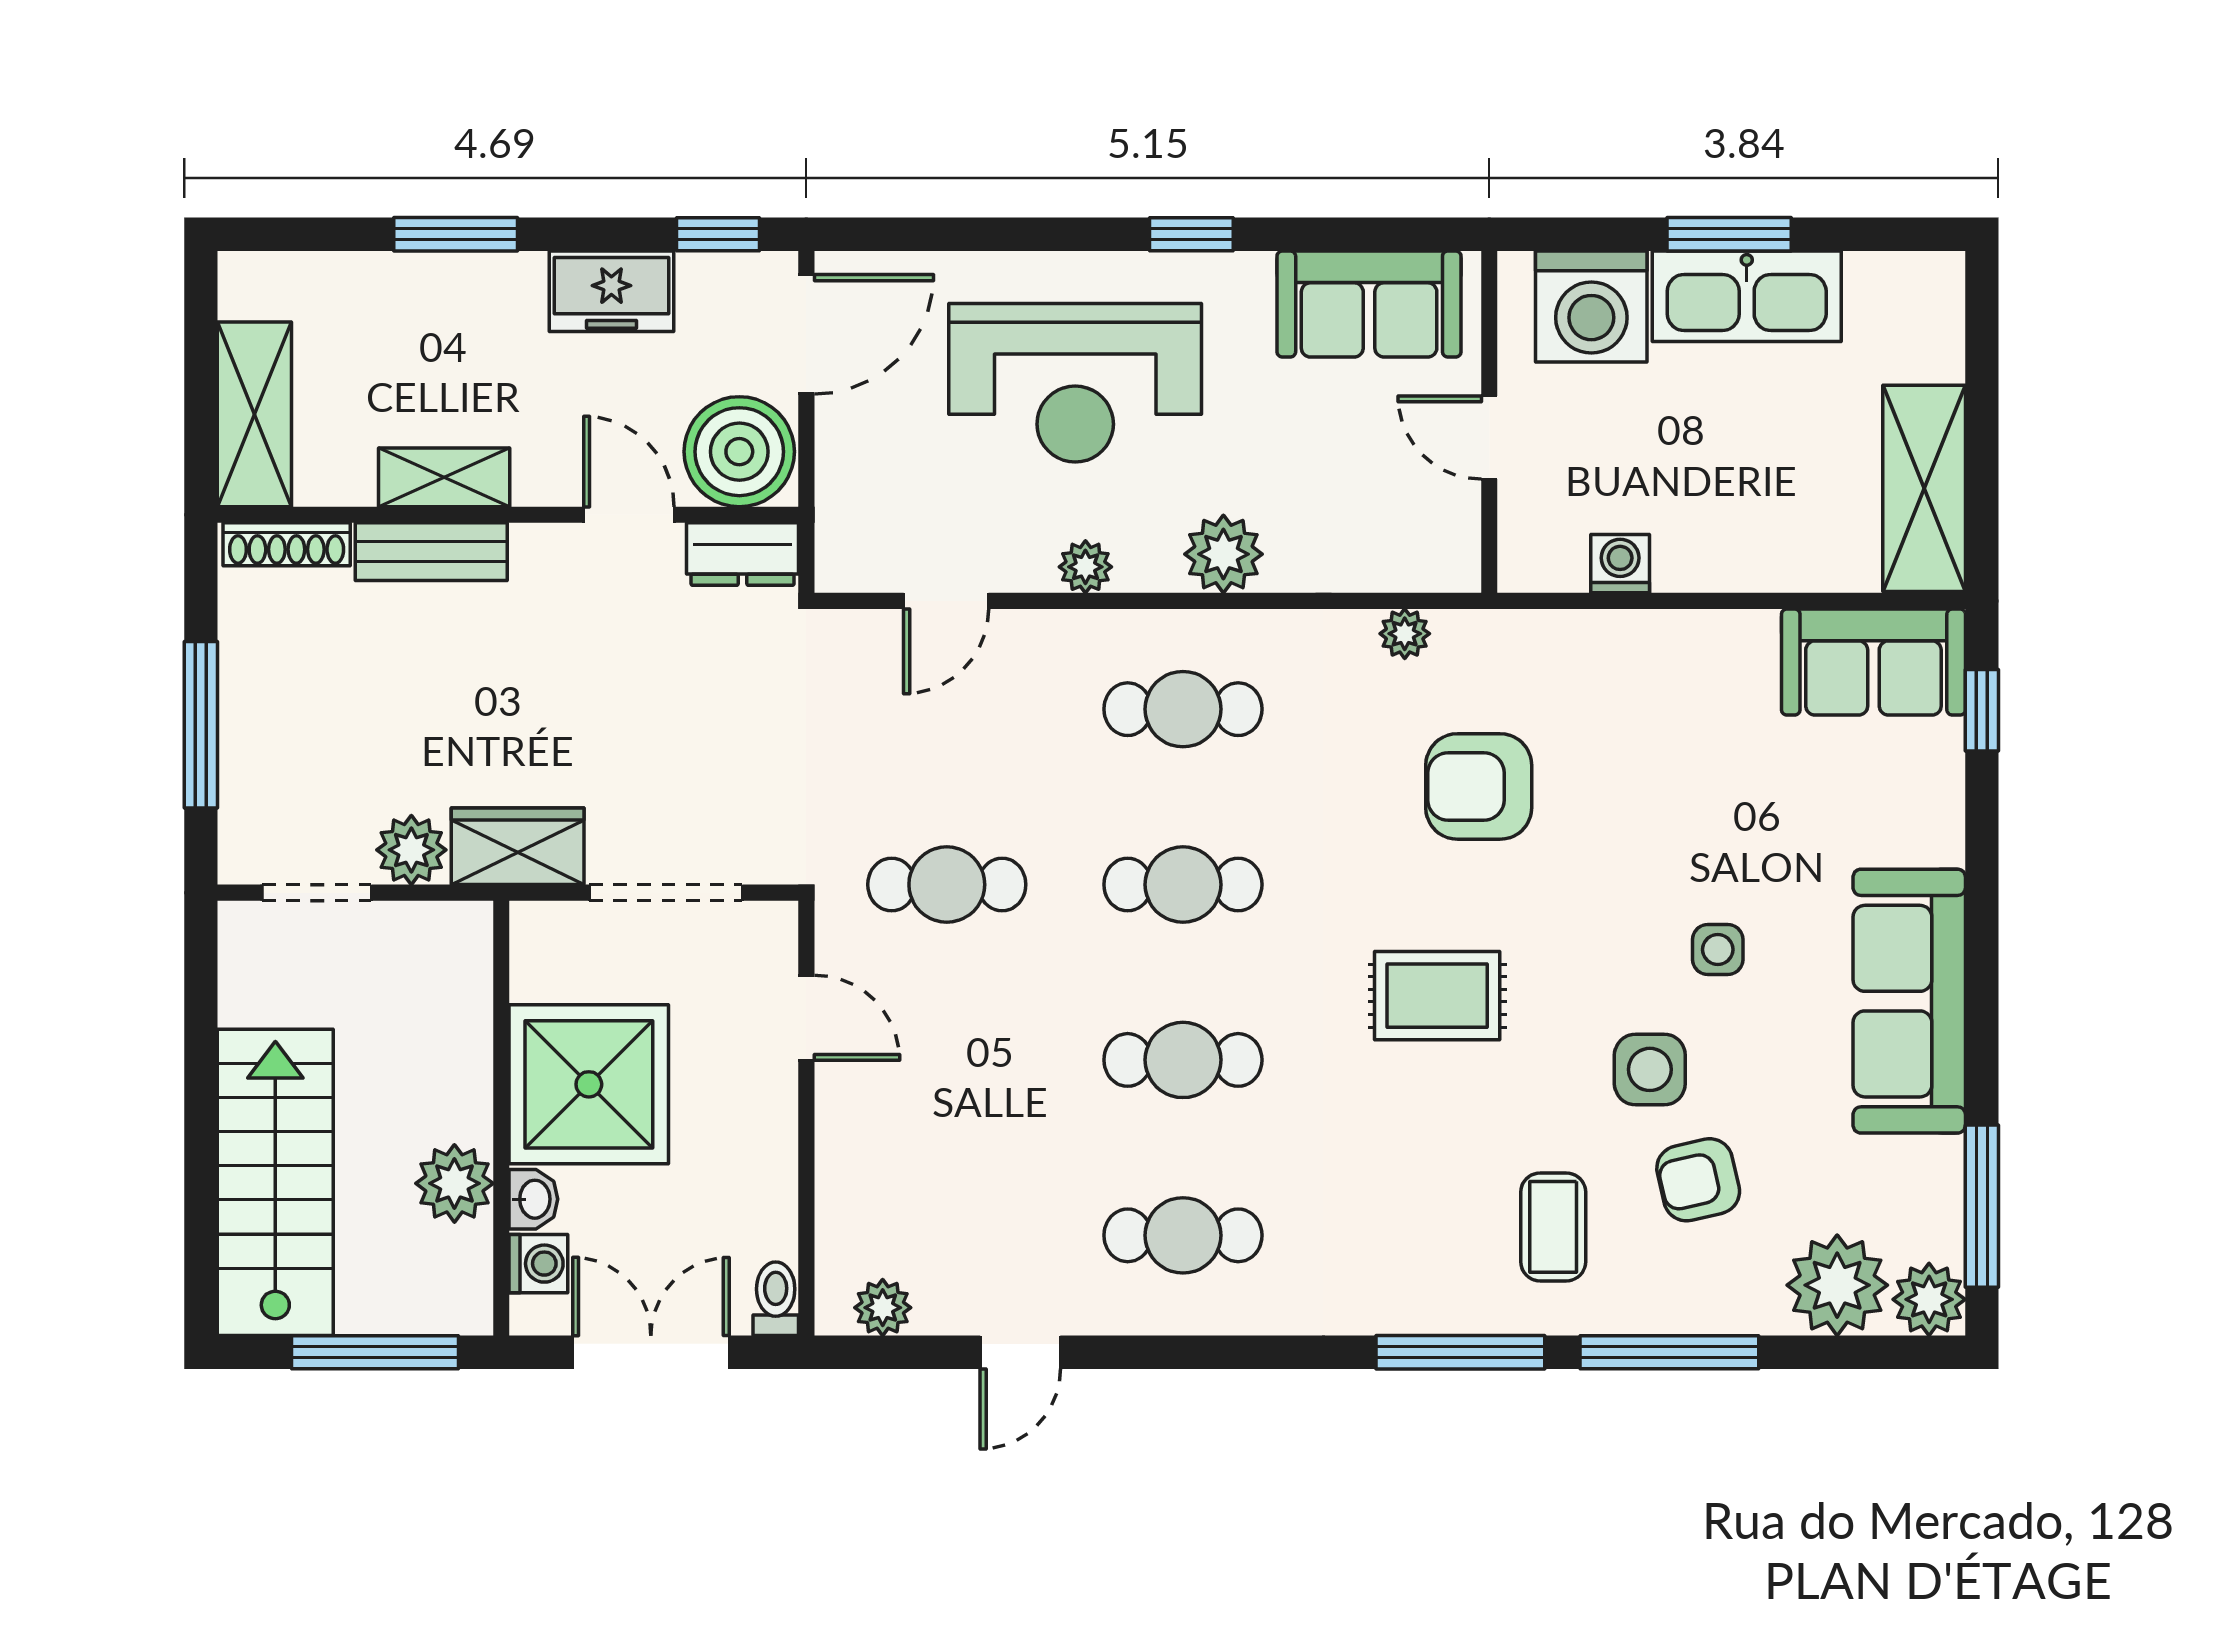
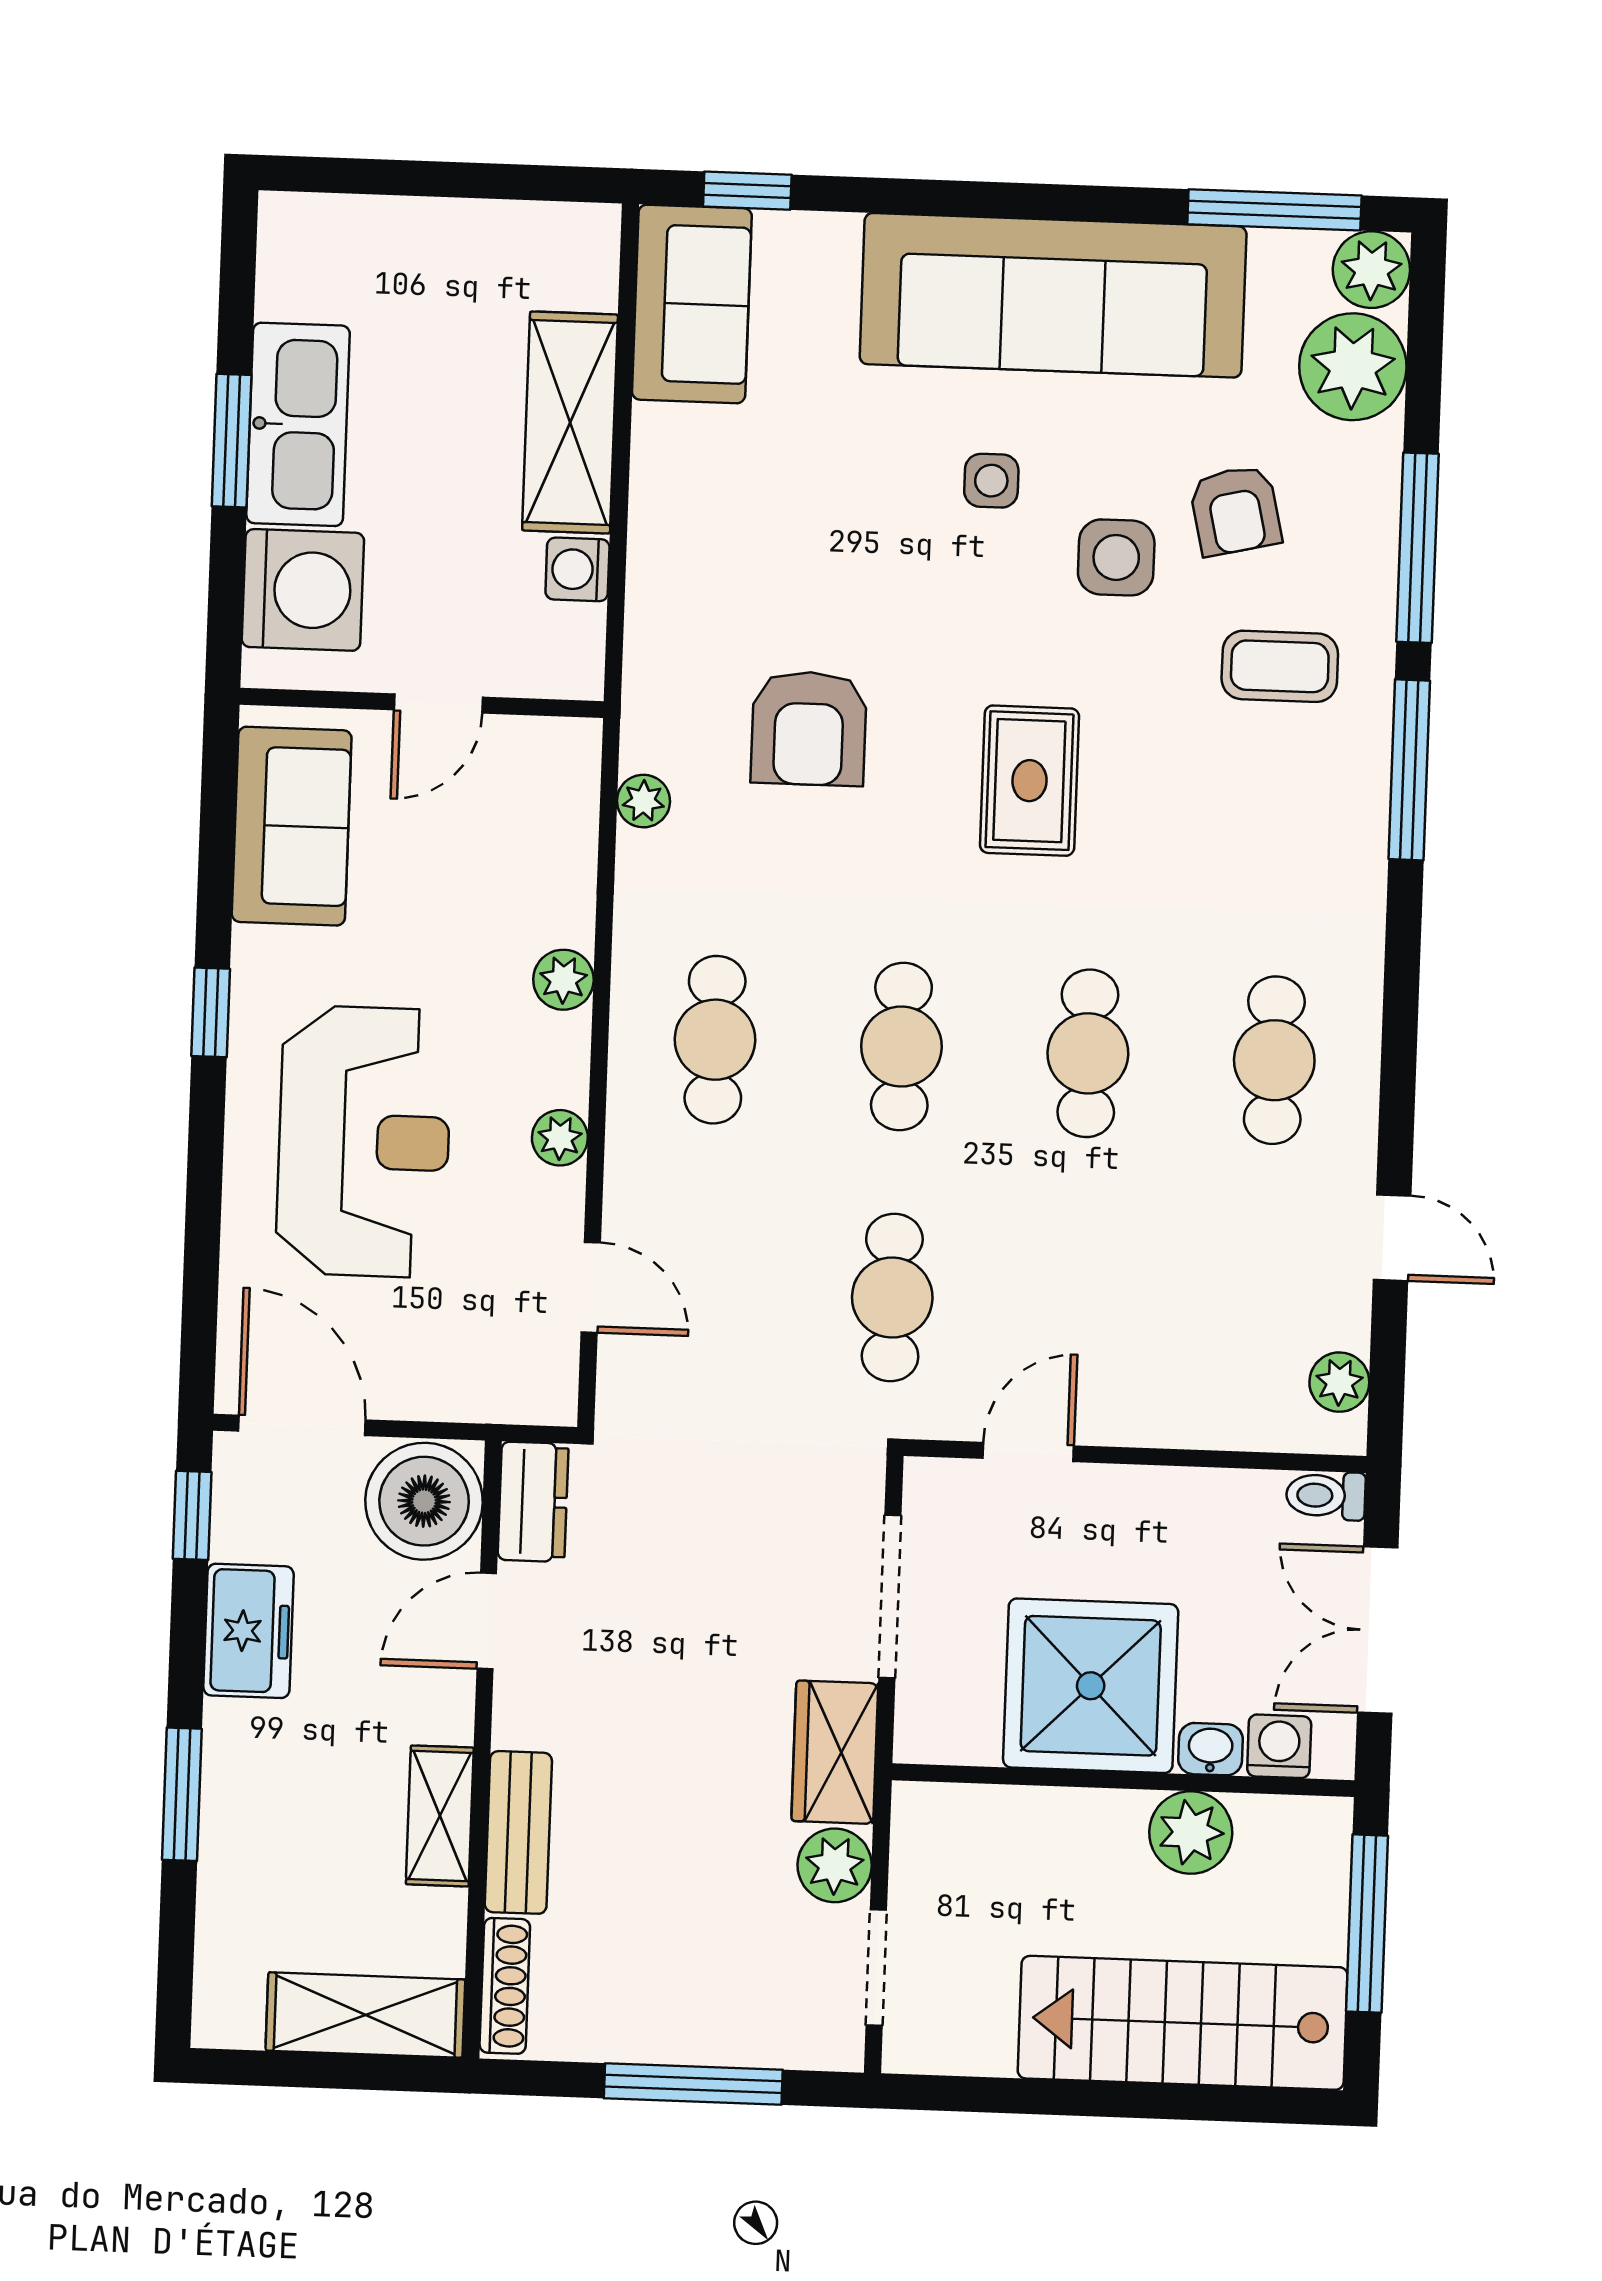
shelving: (1924, 488) -> (570, 422), moved, turned 90
plant: (1223, 554) -> (563, 980), width x0.73, depth x0.73
sofa: (1909, 1001) -> (1053, 295), width x1.36, depth x1.27

